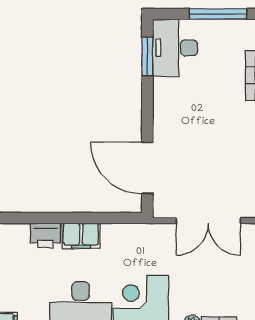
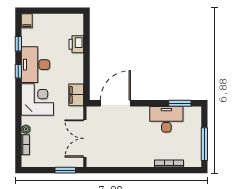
desk: (175, 48) -> (166, 119), moved
filing cabinet: (81, 236) -> (76, 95), moved

